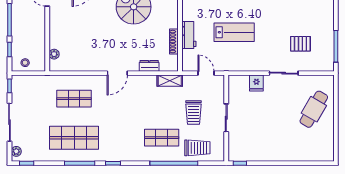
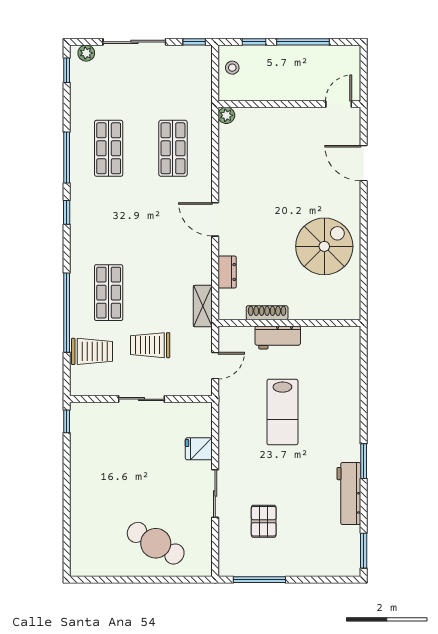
plant: (54, 54) -> (226, 115), moved
shop shelf: (74, 138) -> (109, 148), width x0.70, depth x0.74
trolley: (197, 148) -> (92, 351), turned -90

